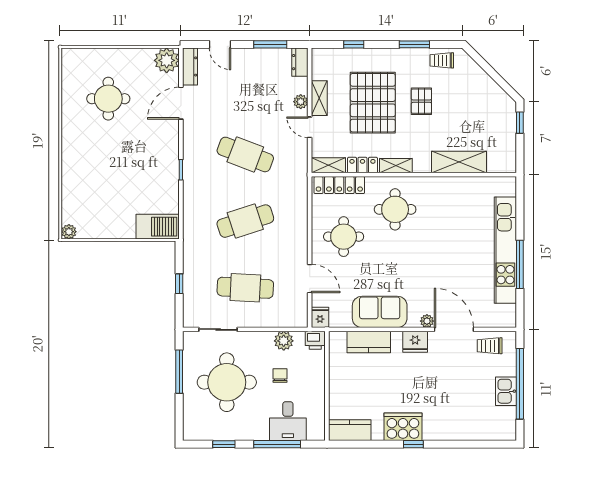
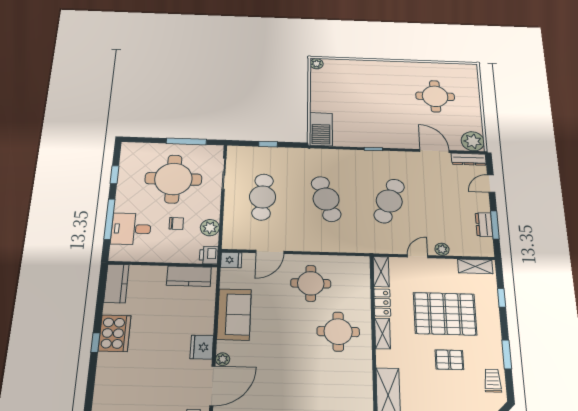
dresser: (300, 62) -> (484, 225), moved, turned -90
shelving: (319, 98) -> (475, 266), moved
locker: (339, 185) -> (362, 281), removed
kitchen counter: (369, 342) -> (189, 276), moved, turned -90

